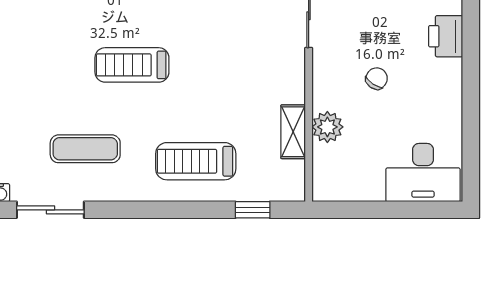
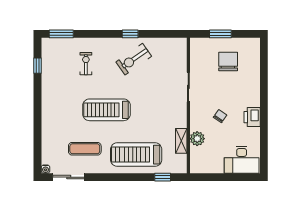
printer: (446, 36) -> (252, 117), moved
treadmill: (132, 65) -> (106, 110), width x1.37, depth x1.38
treadmill: (196, 161) -> (136, 155), width x1.37, depth x1.38

